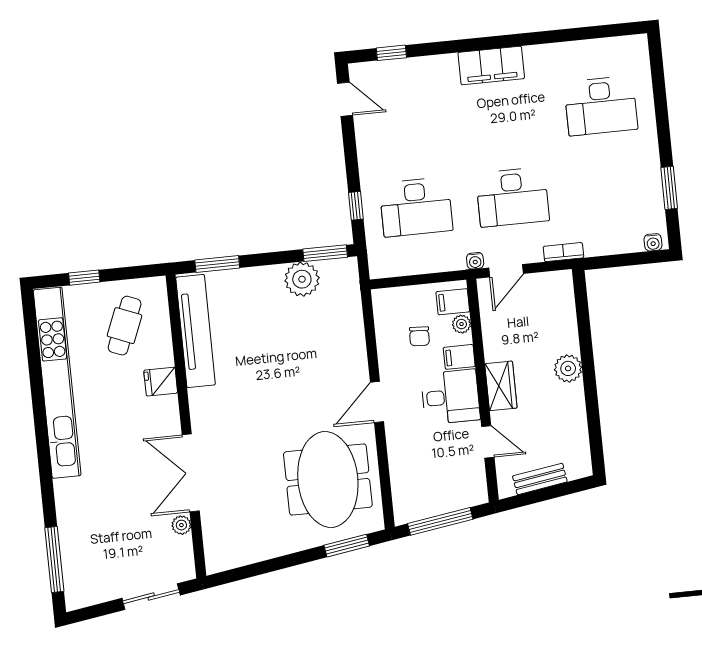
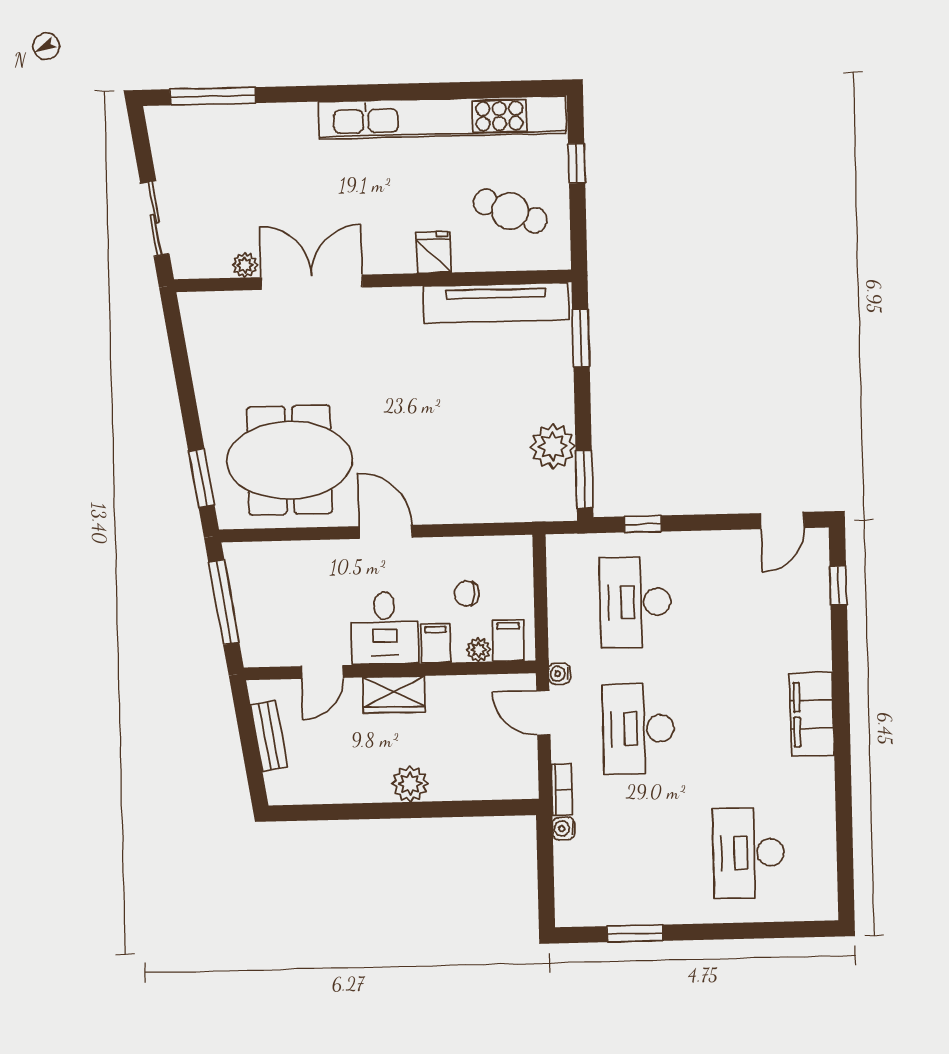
water cooler: (653, 242) -> (564, 829), moved

